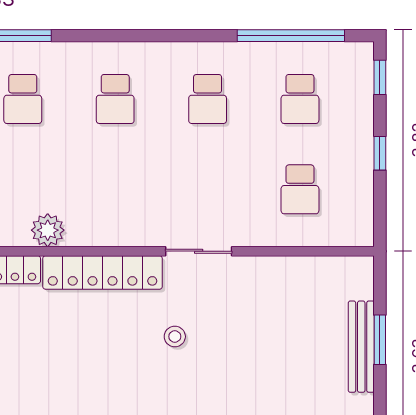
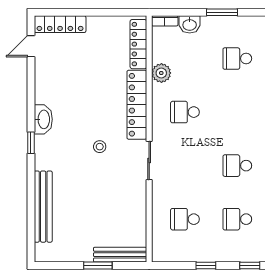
school desk: (115, 99) -> (185, 112), moved
bench: (361, 347) -> (120, 255), moved

